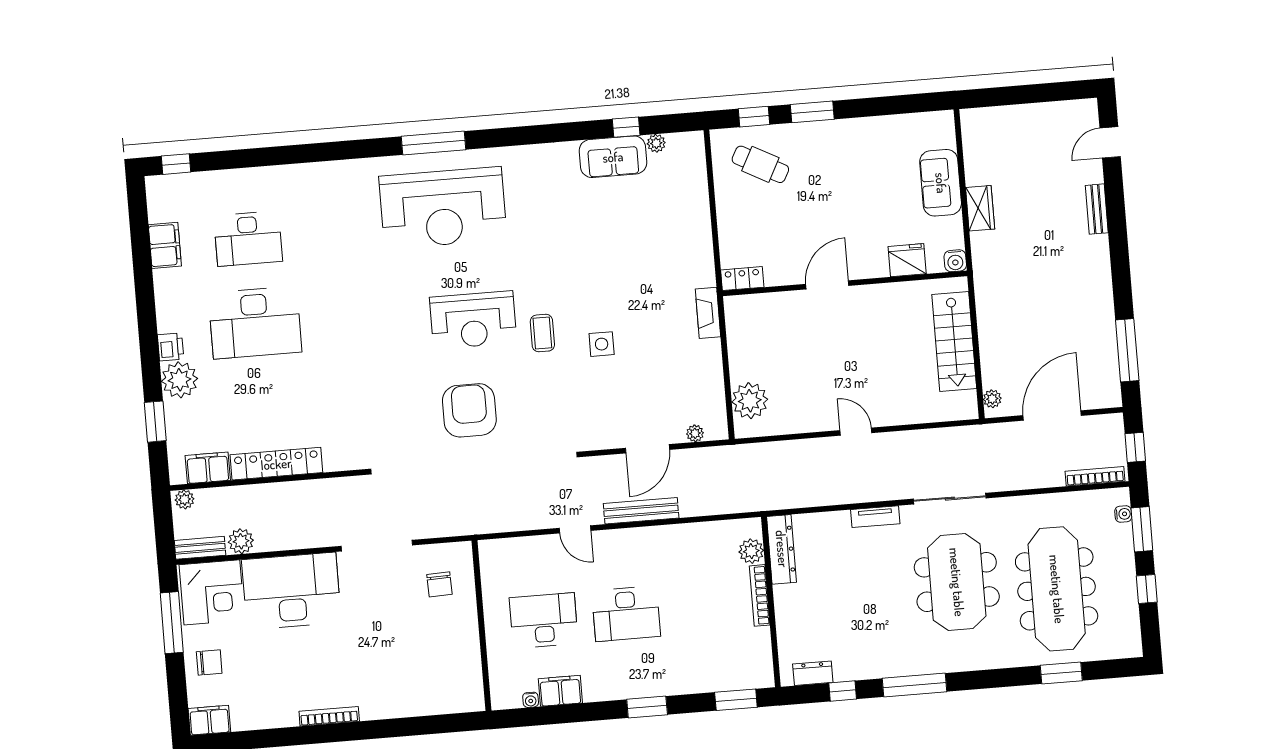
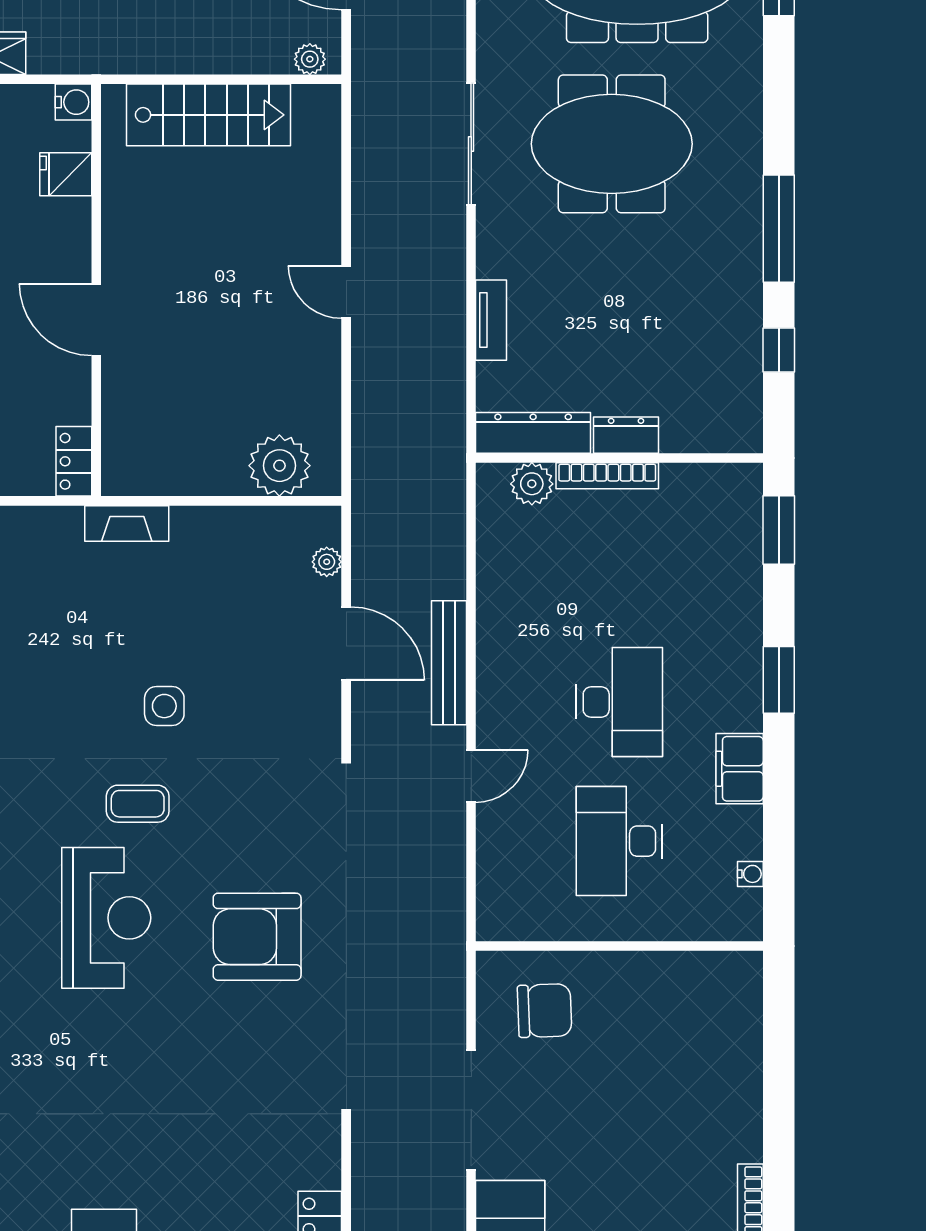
fridge: (907, 260) -> (66, 174), width x0.72
door: (856, 432) -> (346, 292), hinge flipped
tv unit: (875, 517) -> (491, 320), moved
chair: (440, 584) -> (545, 1011), width x1.37, depth x1.37
dresser: (813, 673) -> (626, 435), moved, turned 90
filing cabinet: (560, 691) -> (740, 769), moved

